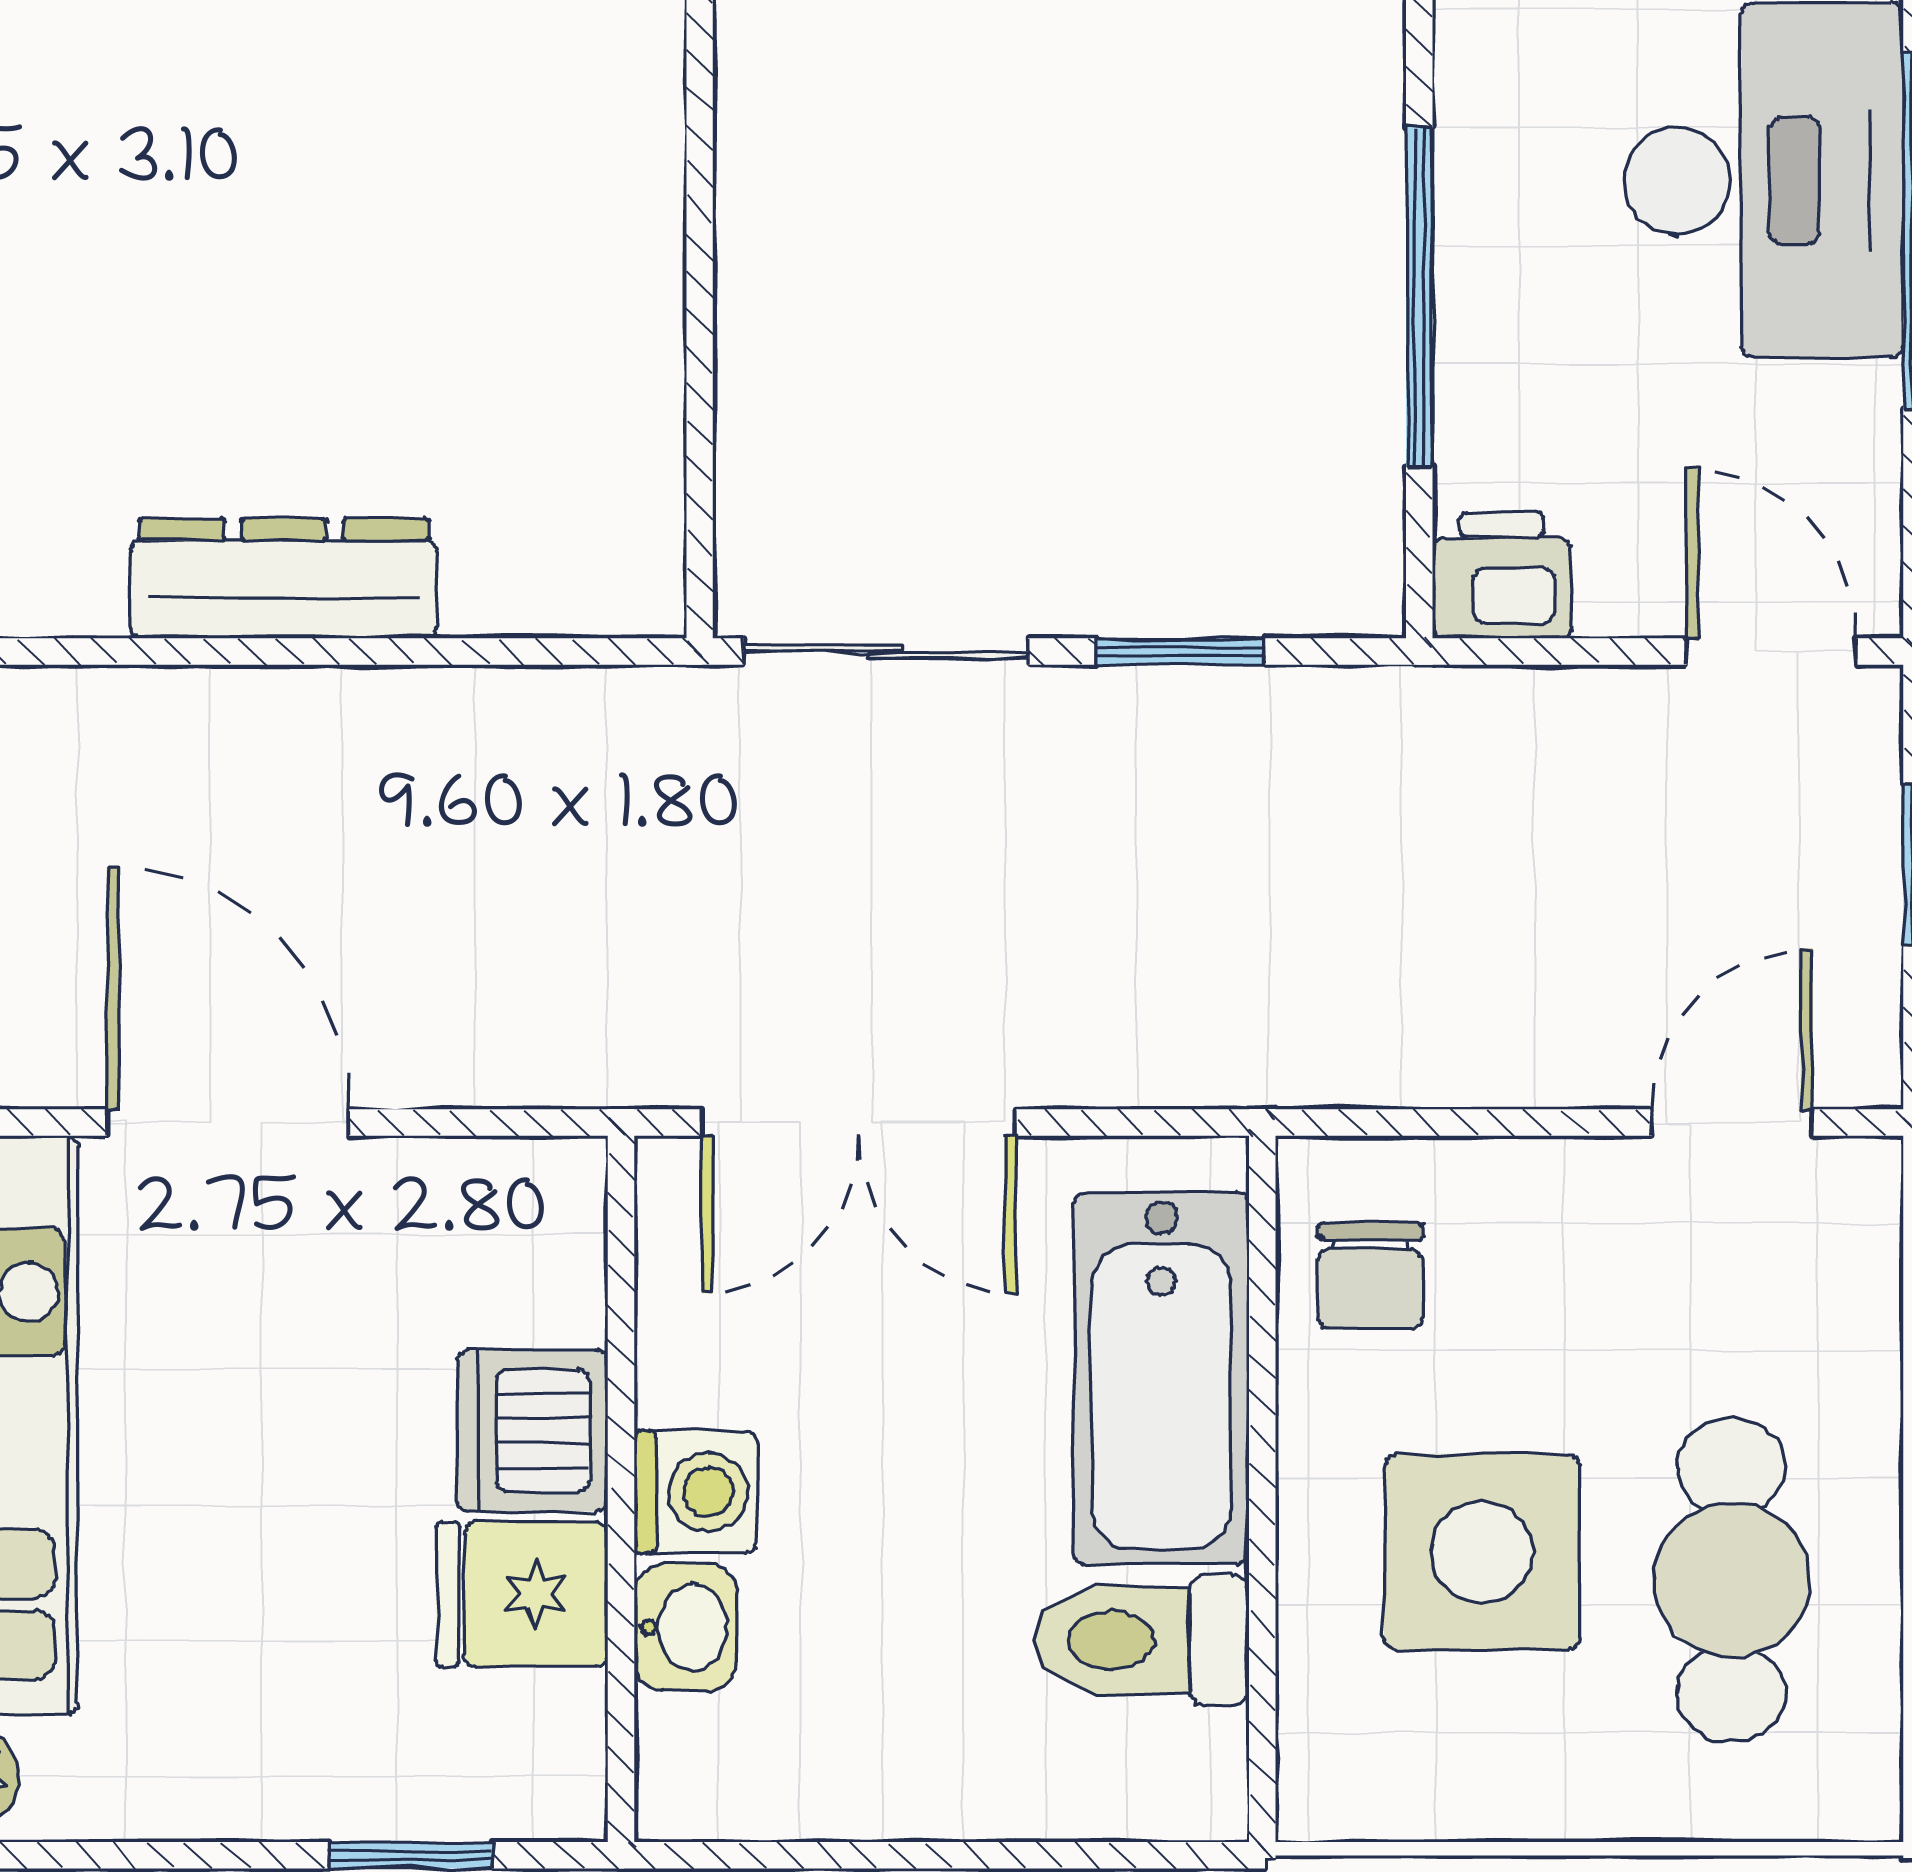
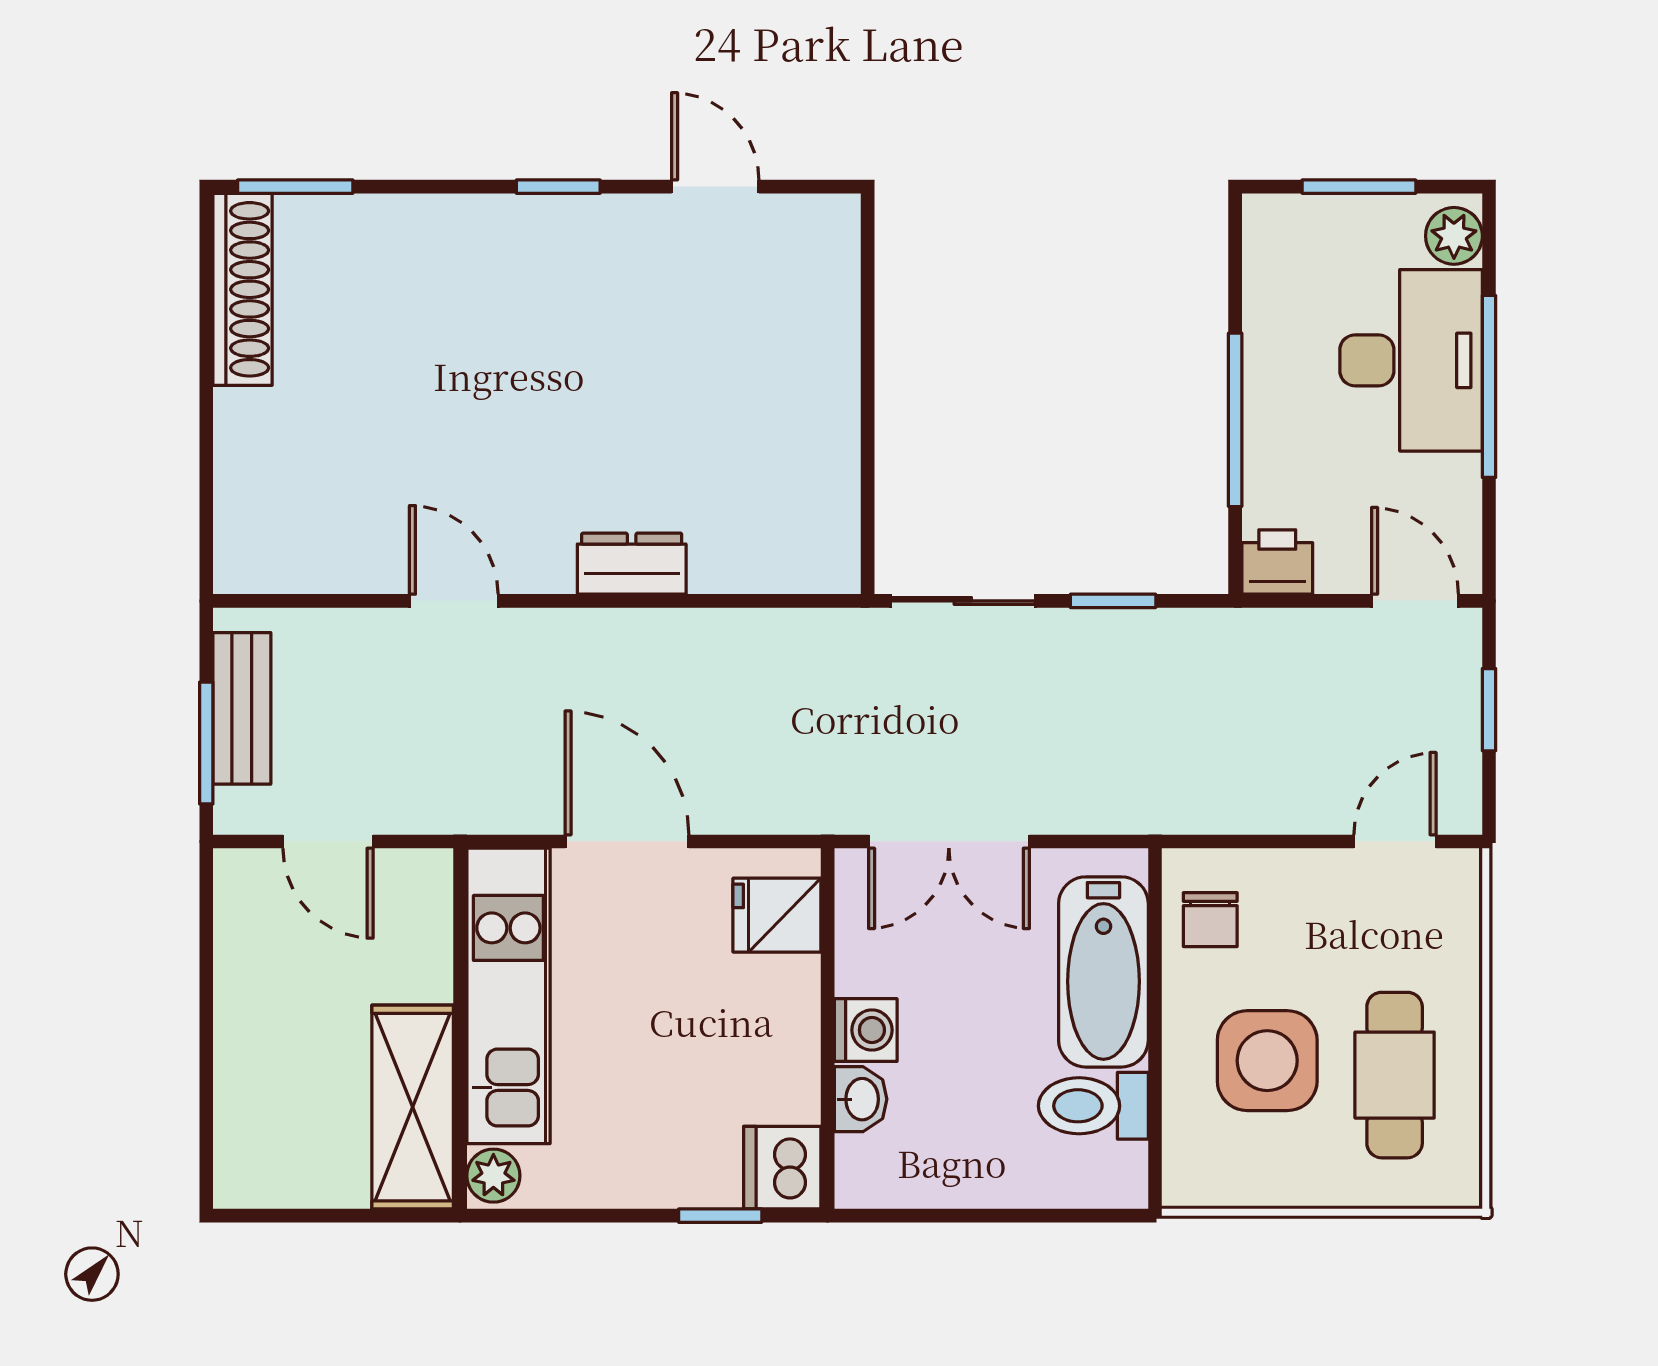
dresser: (284, 579) -> (632, 564), width x0.70
dishwasher: (532, 1430) -> (782, 1168), moved
fridge: (522, 1594) -> (777, 915), moved

